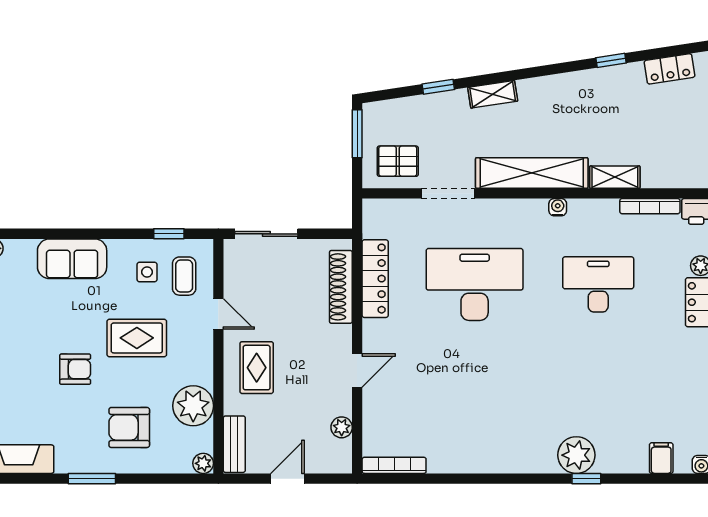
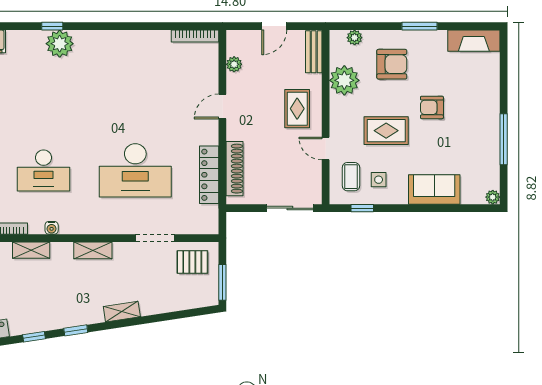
window: (438, 87) -> (76, 330), moved
shelving: (532, 173) -> (93, 250), width x0.45, depth x0.75
water cooler: (558, 207) -> (52, 228), moved
plant: (203, 463) -> (355, 38), moved

